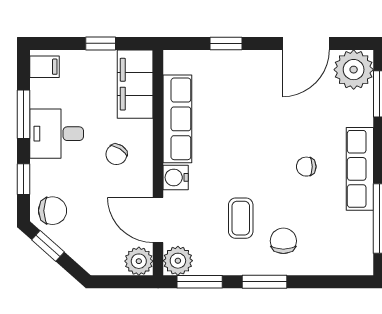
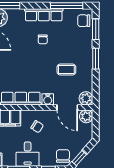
door: (158, 220) -> (67, 107), hinge flipped
chair: (283, 241) -> (84, 21), moved
window: (200, 282) -> (96, 29), moved

